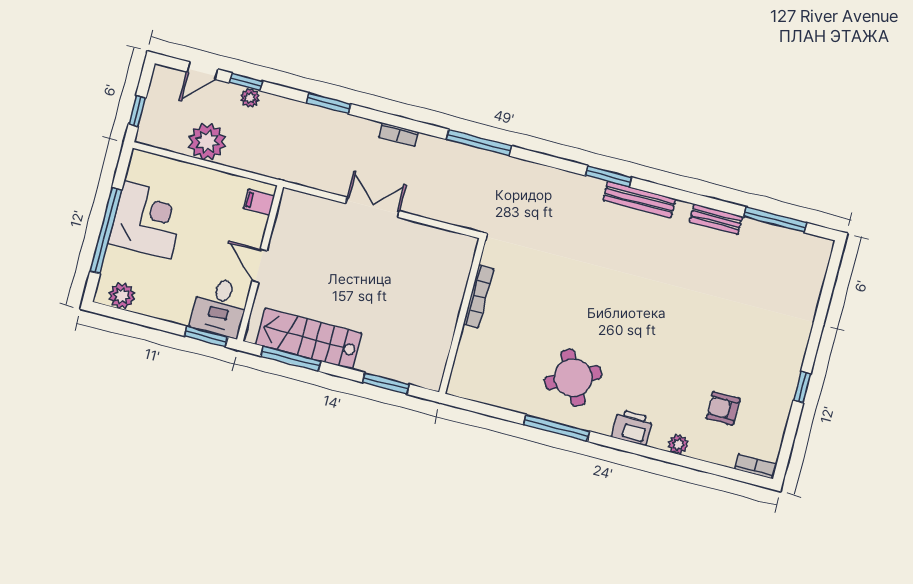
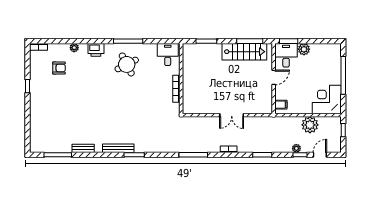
corner desk: (147, 220) -> (327, 99), moved, turned 90
door: (259, 266) -> (274, 77), hinge flipped
plant: (122, 296) -> (304, 49), moved
desk: (478, 376) -> (168, 54), added

